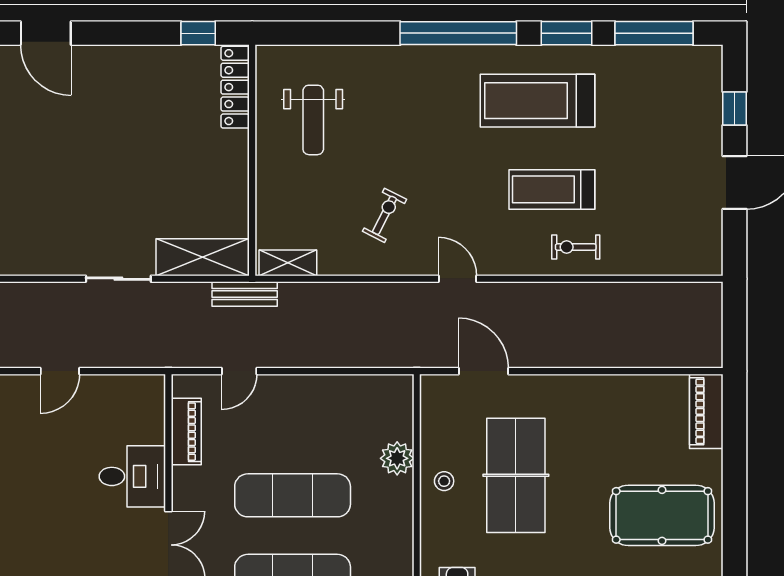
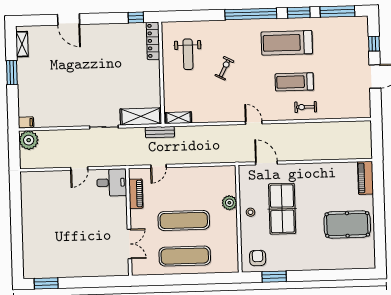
exercise bike: (385, 215) -> (224, 68), moved
desk: (132, 476) -> (112, 183), moved

